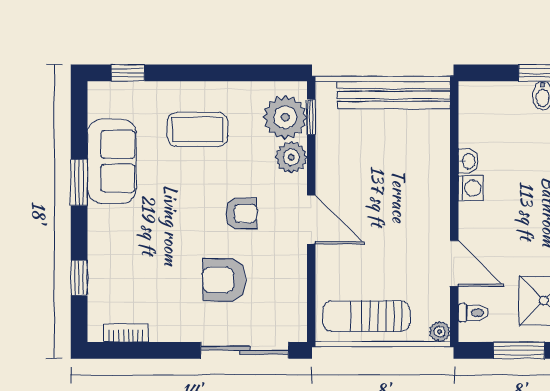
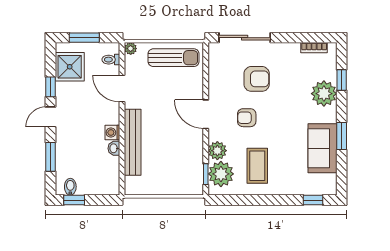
bench: (394, 95) -> (133, 142), moved, turned 90
coffee table: (197, 129) -> (257, 166), moved, turned 90
plant: (109, 255) -> (324, 94), added

